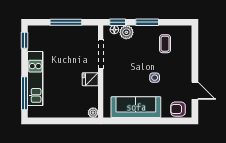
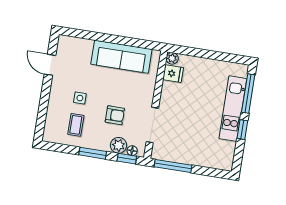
window: (66, 22) -> (173, 166), moved
window: (24, 40) -> (242, 130), moved
side table: (155, 78) -> (80, 98), moved
fridge: (90, 79) -> (173, 74), moved
armchair: (178, 109) -> (115, 115), moved

